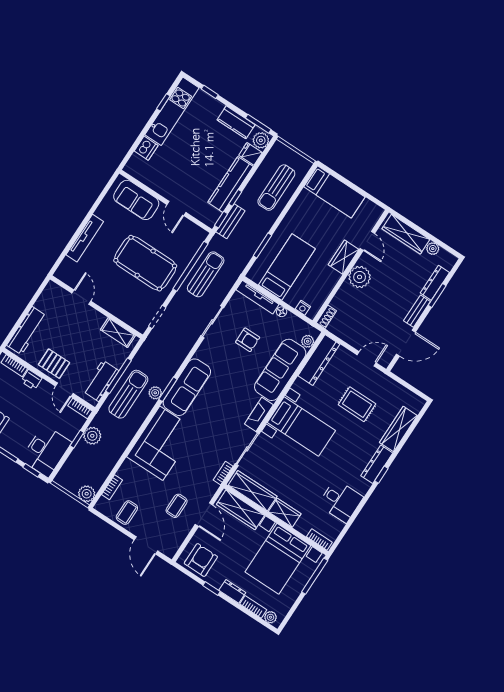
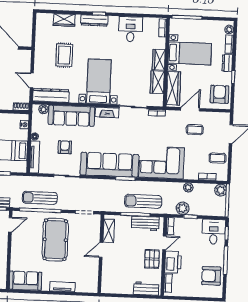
sofa: (136, 200) -> (25, 281), moved, turned -90
door: (176, 208) -> (10, 225), moved
tv unit: (85, 238) -> (62, 287), width x0.71
door: (81, 297) -> (101, 250), moved
workbench: (27, 331) -> (146, 289), width x0.73
door: (367, 359) -> (32, 80), moved
printer: (31, 380) -> (173, 262), width x1.87, depth x1.48
sofa: (187, 387) -> (109, 165), width x1.36, depth x1.27
plant: (155, 393) -> (188, 187), moved
wardrobe: (398, 429) -> (64, 20), width x0.67
desk: (46, 451) -> (214, 232), width x0.73
wardrobe: (253, 491) -> (157, 82), width x0.67
bed with nightstands: (278, 559) -> (190, 53), width x0.73
armchair: (201, 560) -> (220, 94), turned 90

